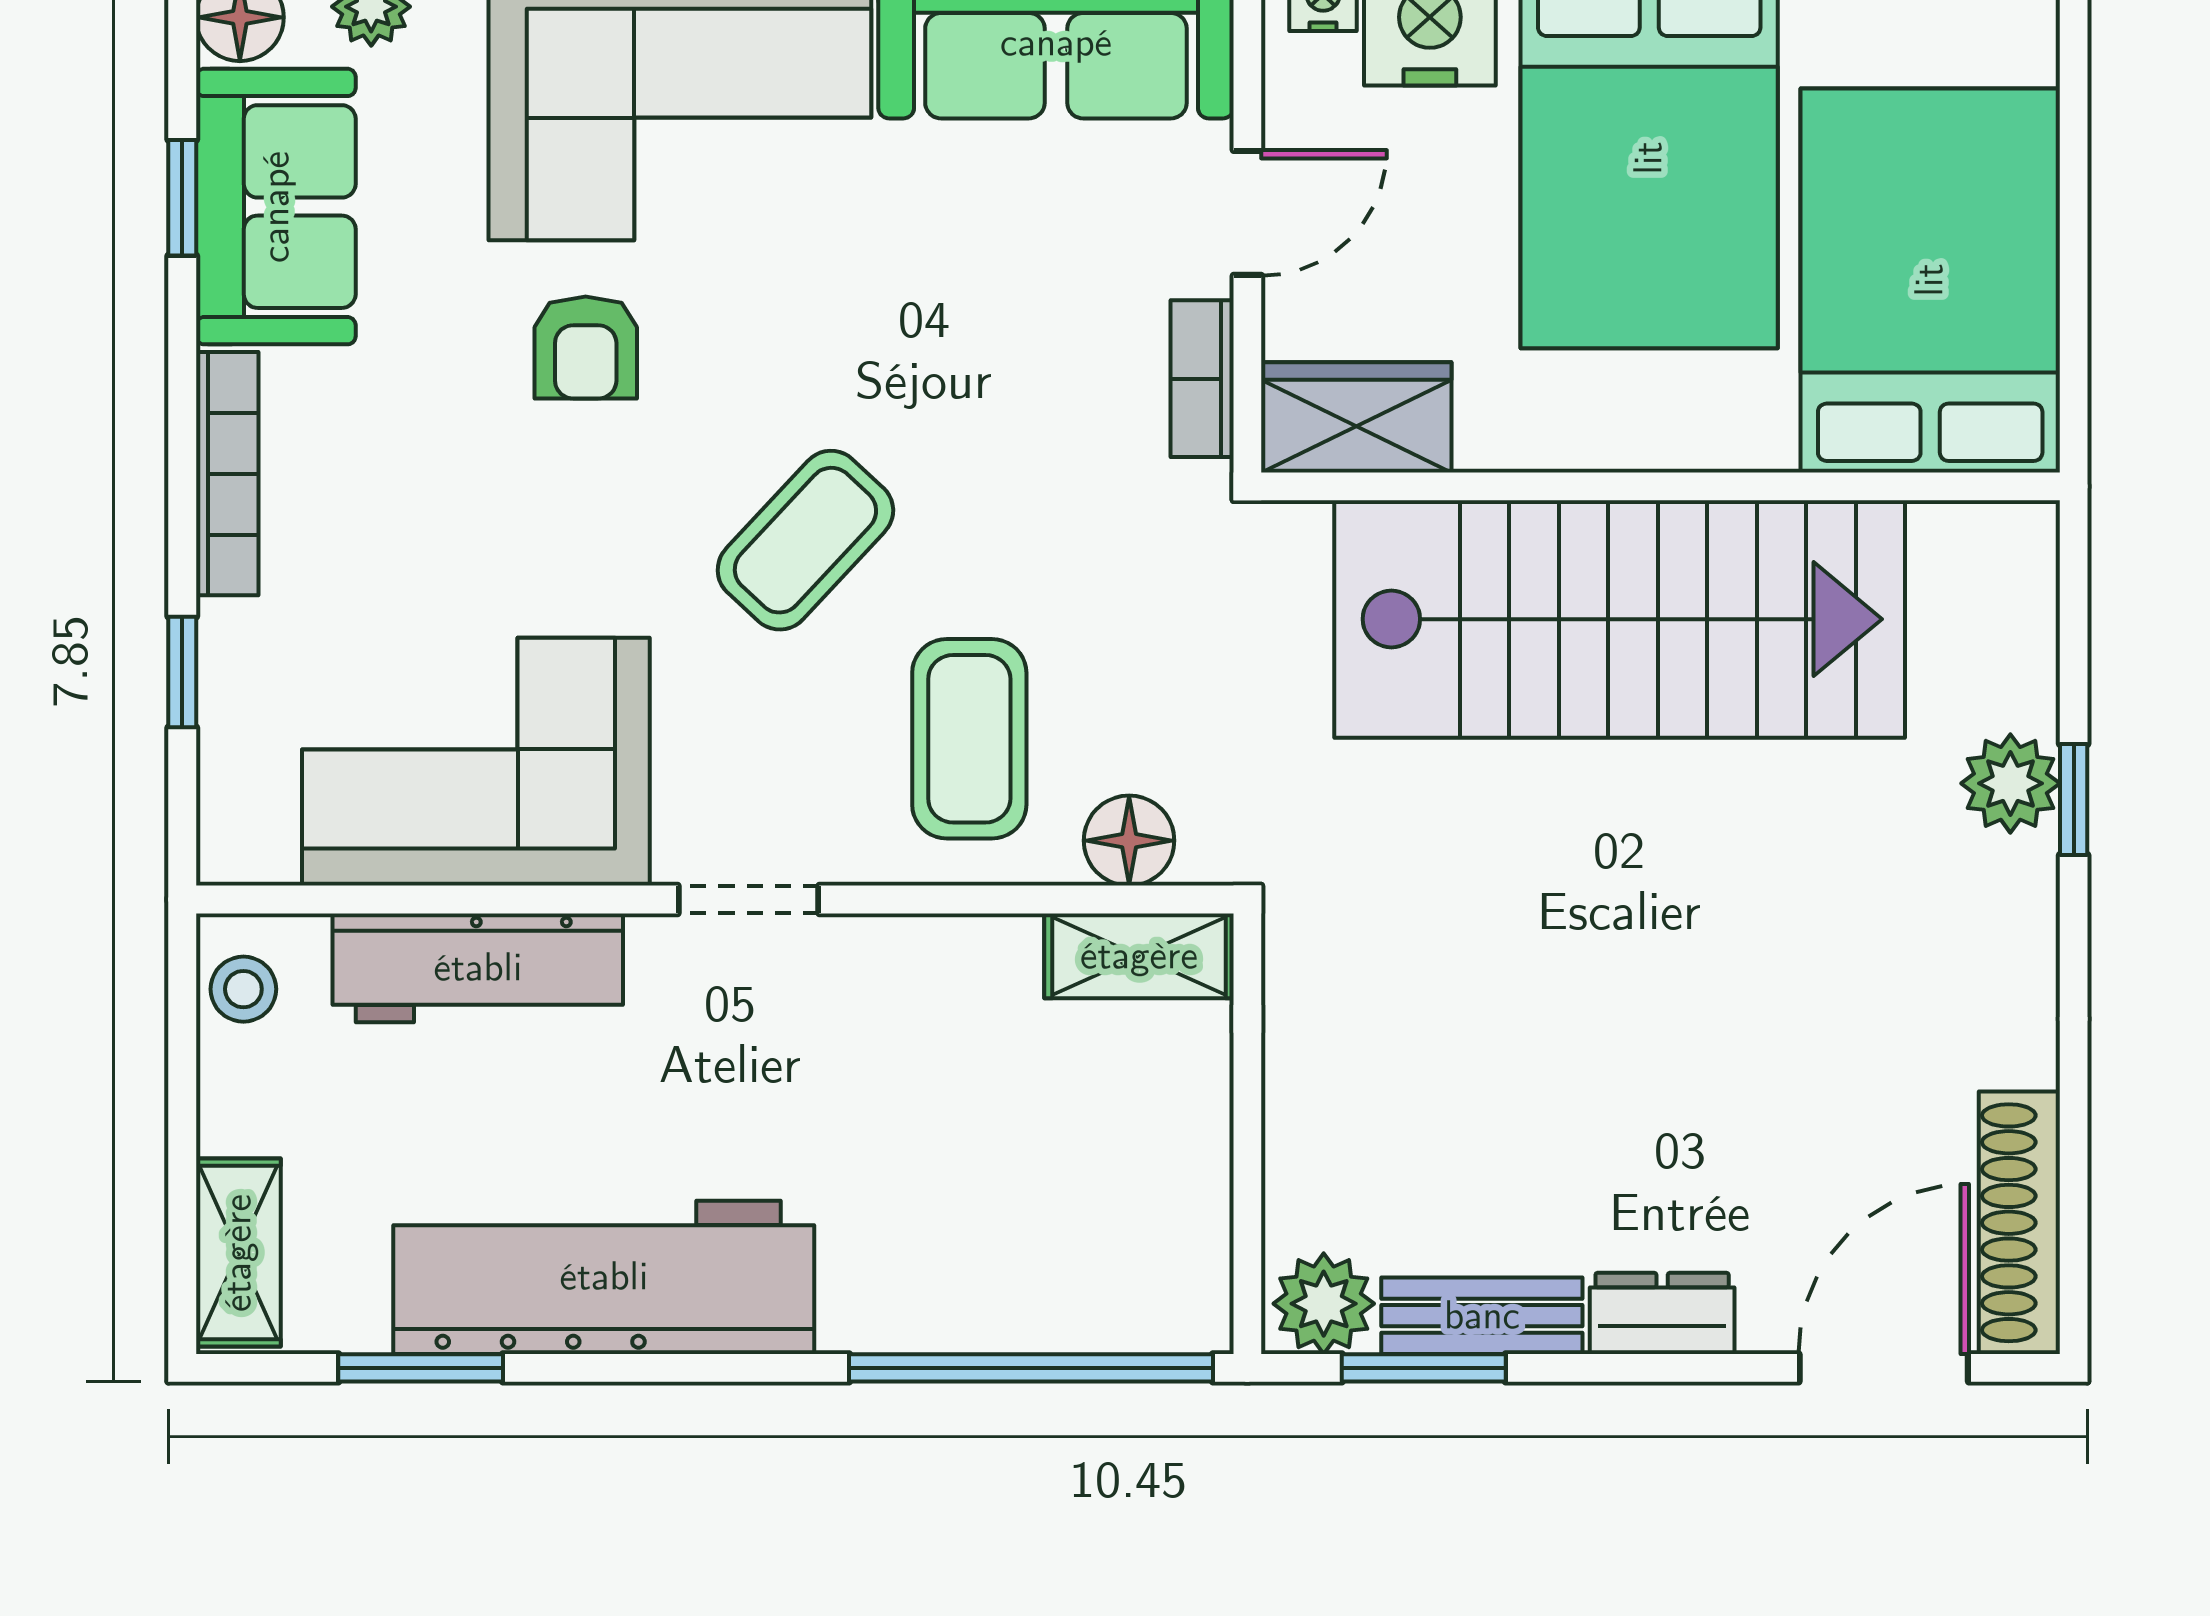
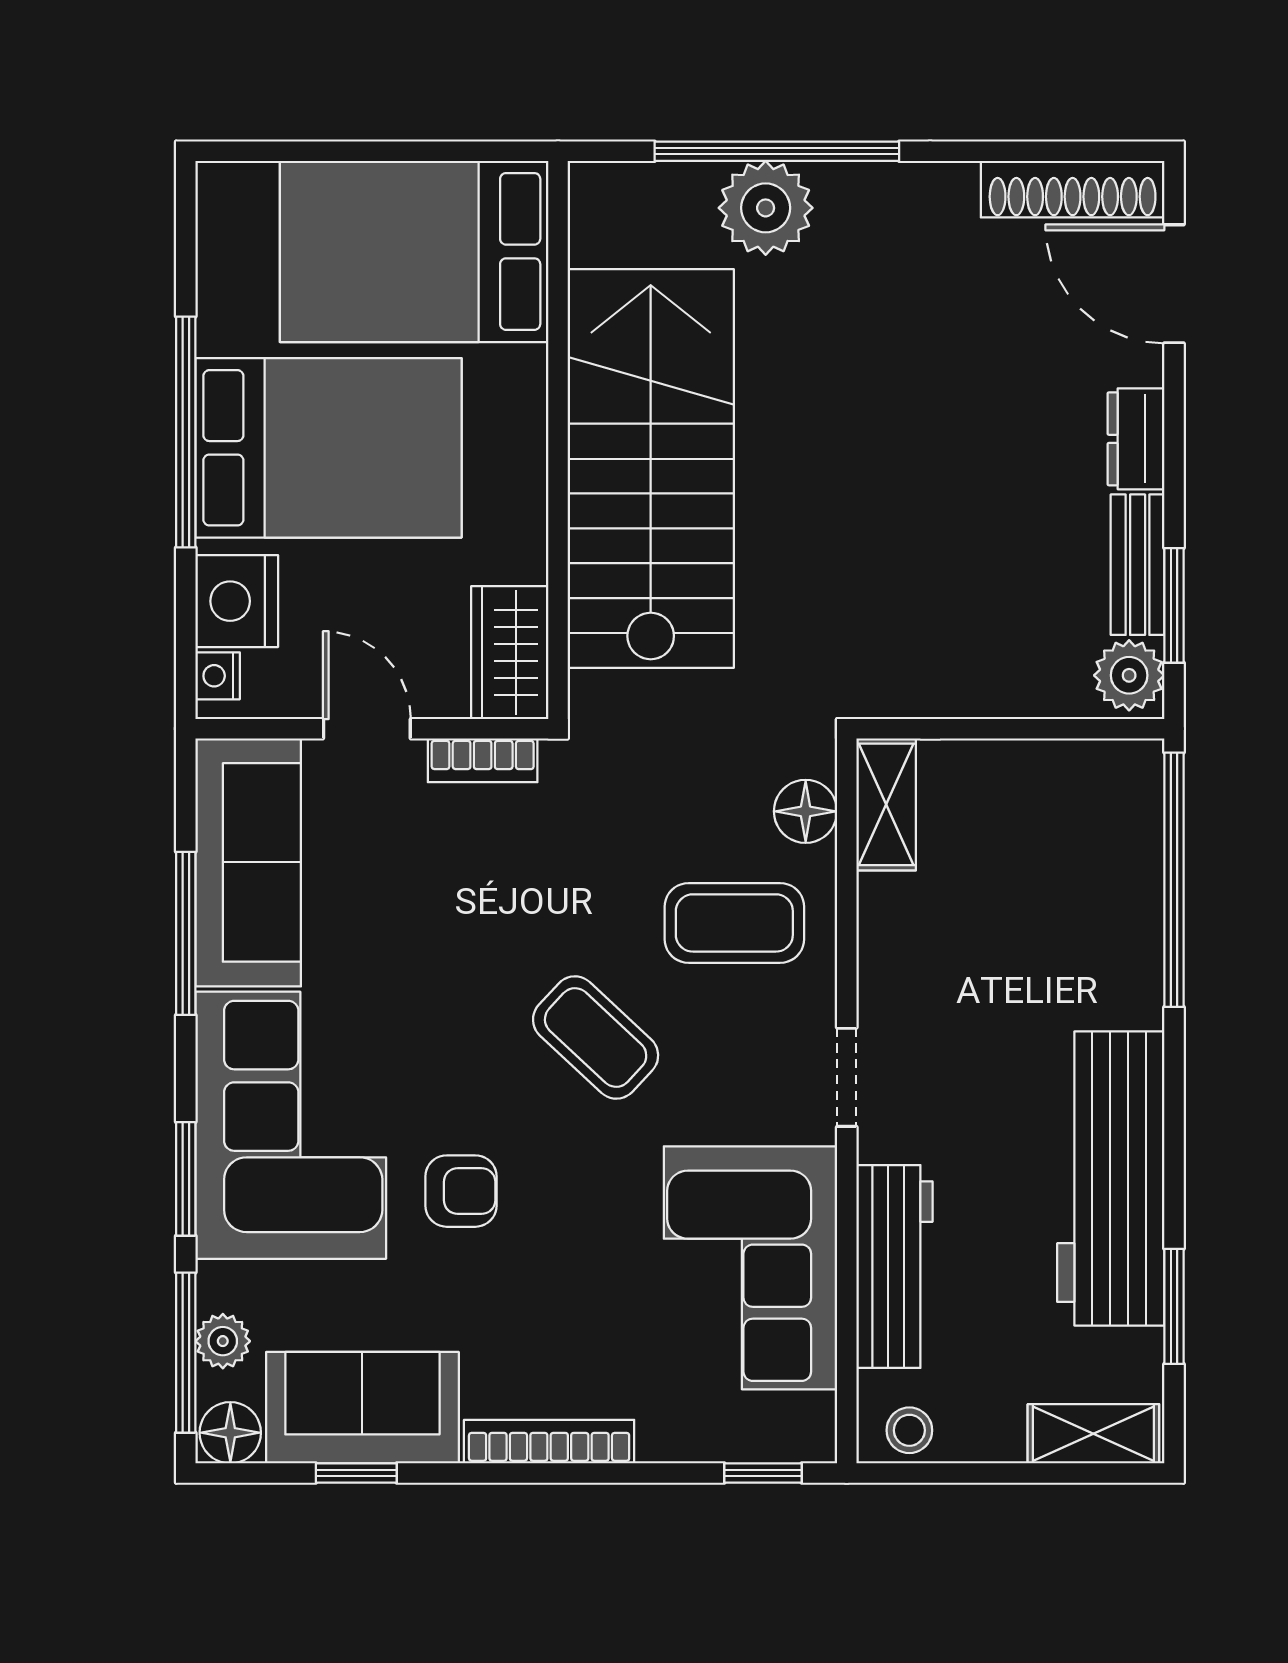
window: (182, 672) -> (763, 1473), moved
plant: (2010, 783) -> (766, 208), width x1.36, depth x1.36
window: (2074, 799) -> (777, 151), width x3.17

